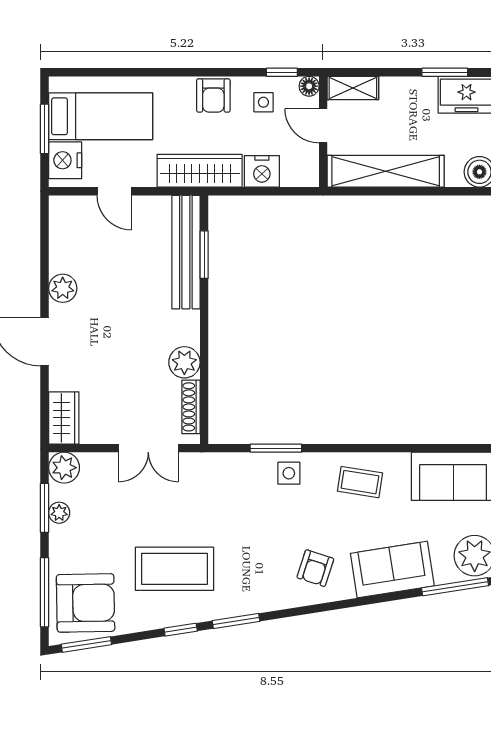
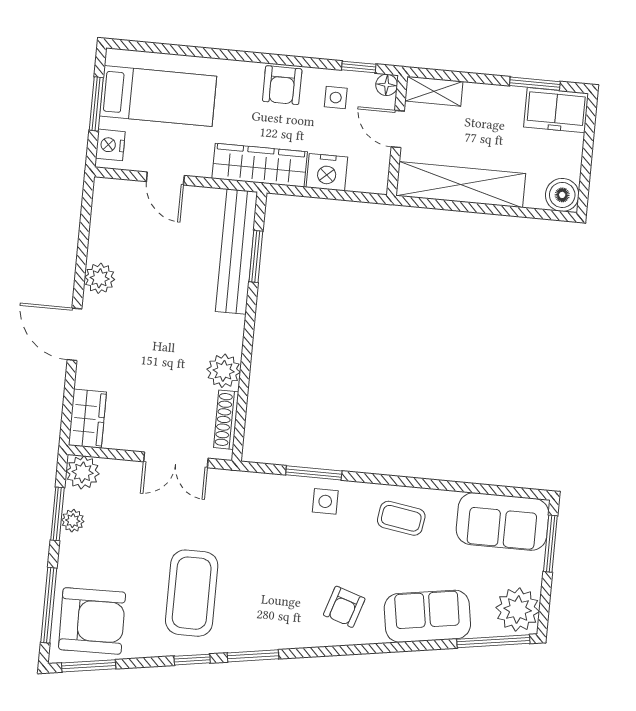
nightstand: (65, 160) -> (110, 145), width x0.74, depth x0.75
coffee table: (174, 569) -> (192, 593), turned 90

